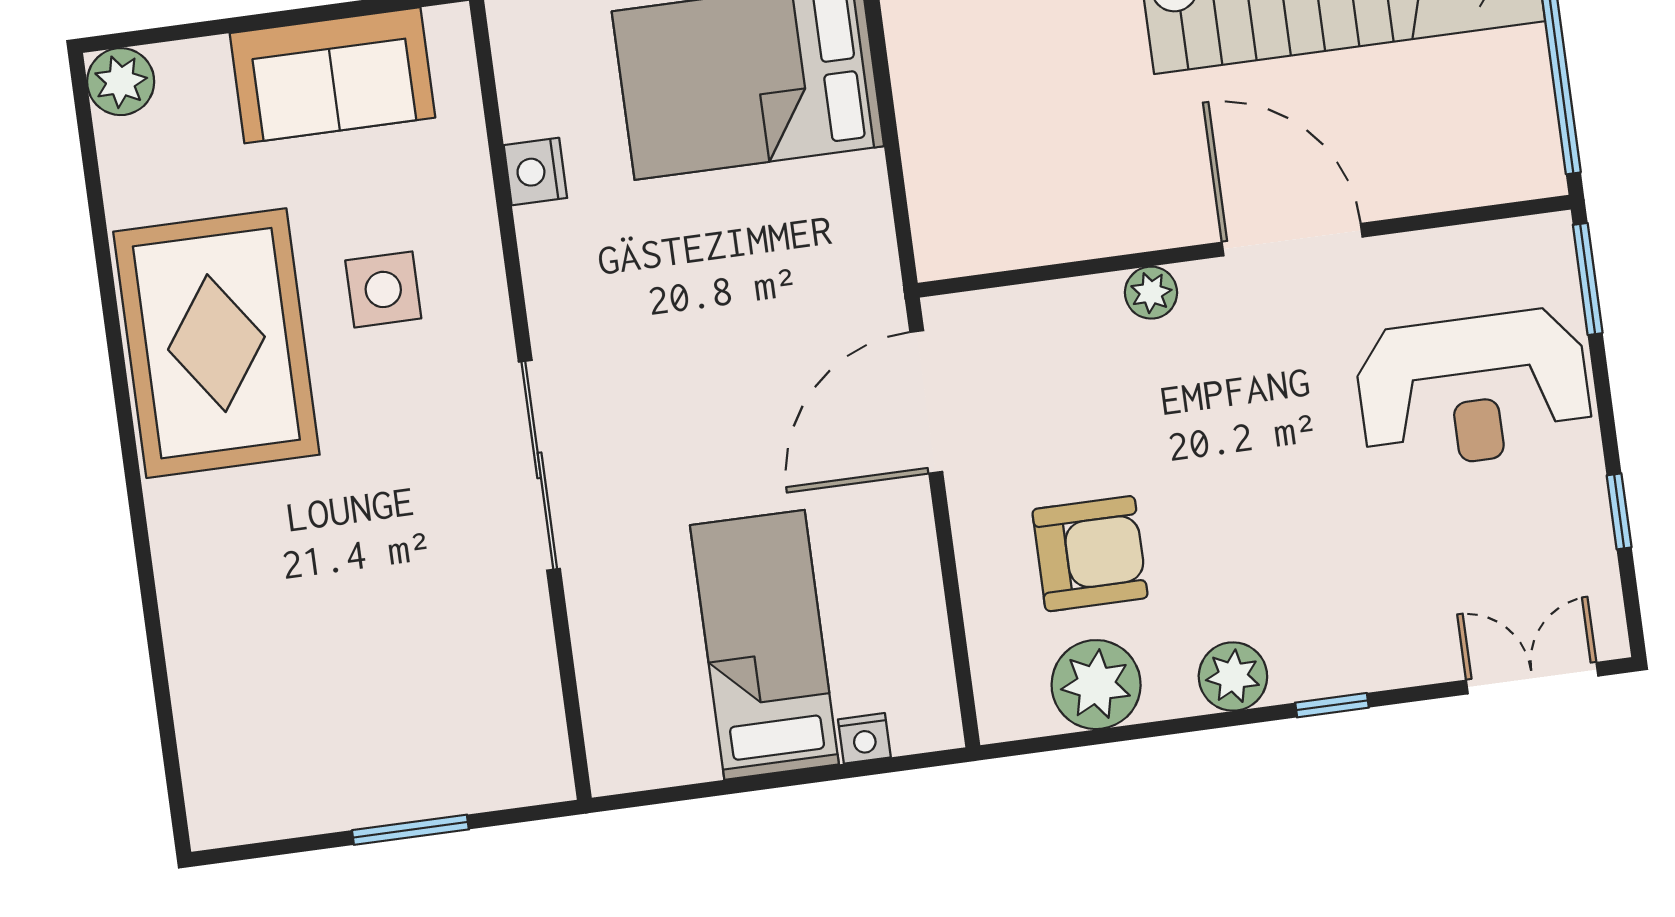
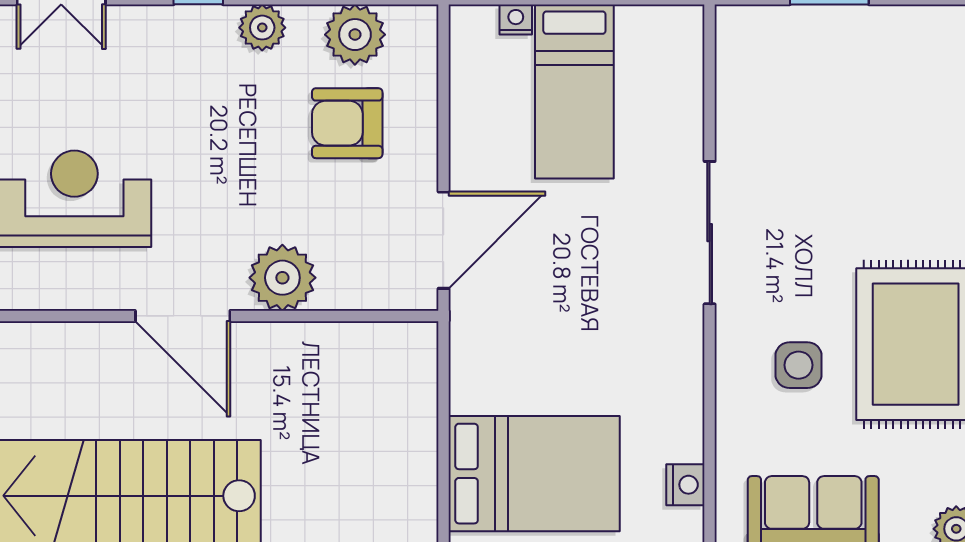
nightstand: (535, 172) -> (685, 485), moved
plant: (1151, 293) -> (282, 278), width x1.88, depth x1.88

